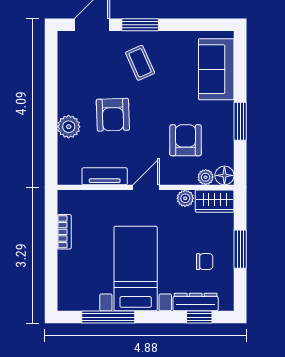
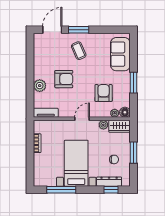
armchair: (113, 115) -> (64, 79), turned -88
tv unit: (105, 176) -> (46, 113), moved

